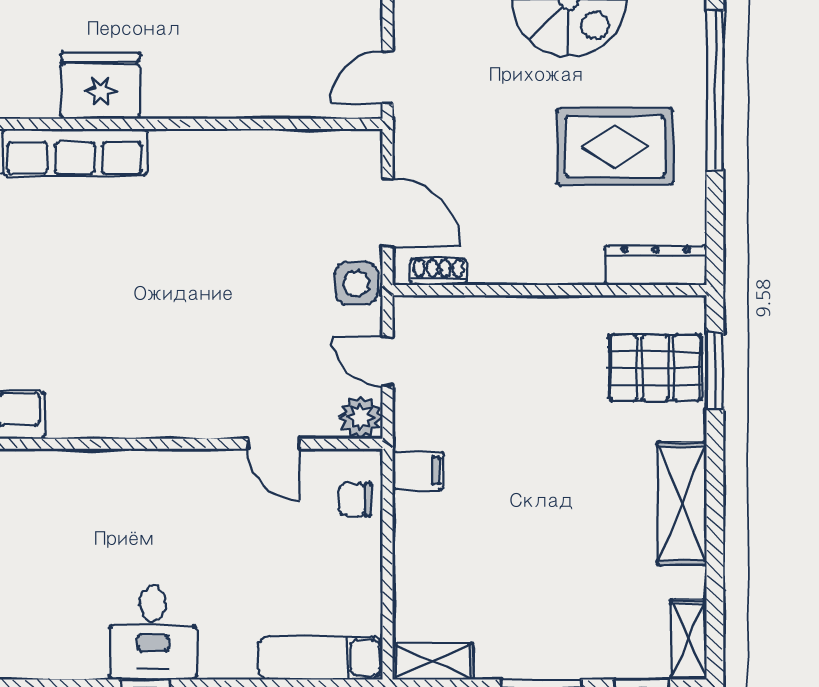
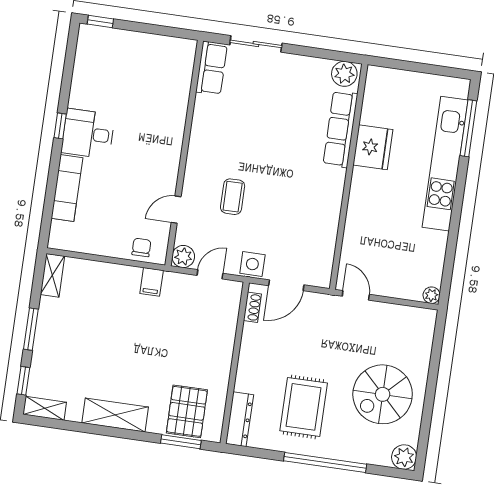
coffee table: (233, 340) -> (233, 197), added
exam couch: (320, 658) -> (67, 188), moved

